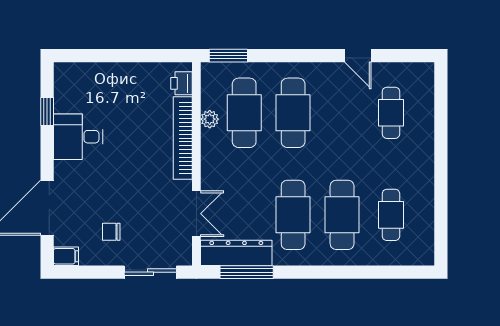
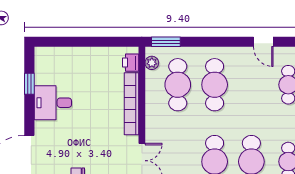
plant: (210, 119) -> (152, 63), moved

